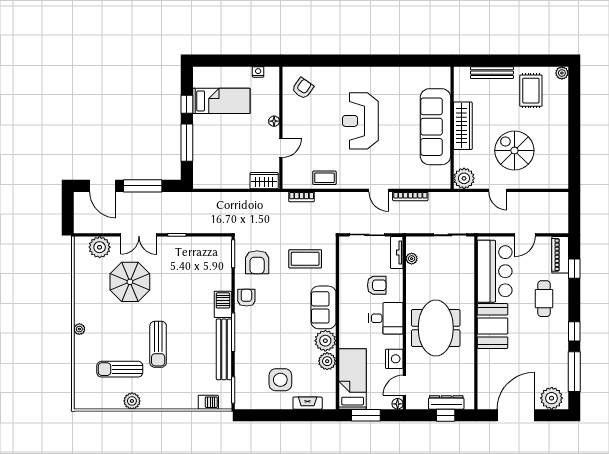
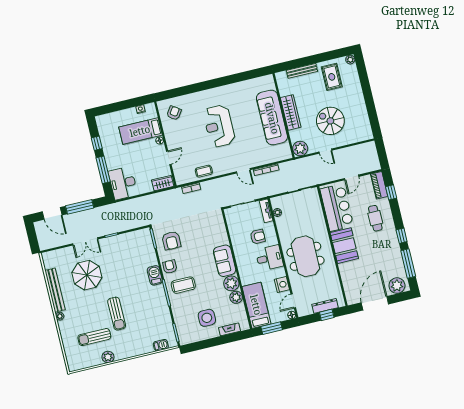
bed: (221, 101) -> (140, 131), moved, turned 180
desk: (210, 167) -> (123, 183), added
plant: (100, 247) -> (60, 256), removed
coffee table: (305, 259) -> (183, 285), moved
bench: (224, 349) -> (55, 290), moved

